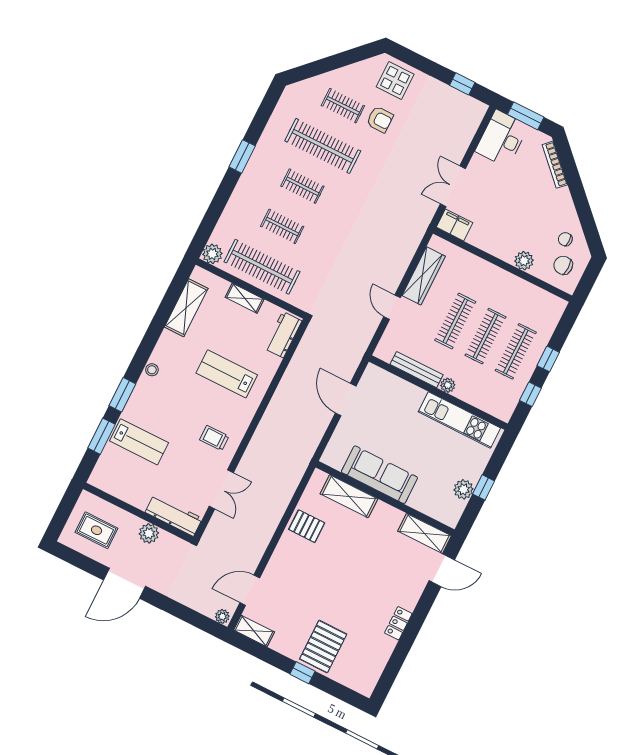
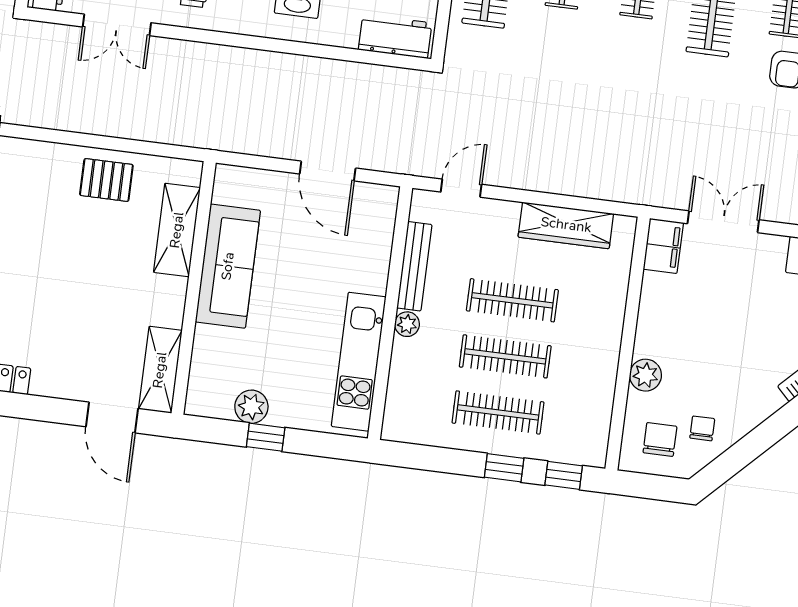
door: (392, 307) -> (461, 188), moved
window: (530, 394) -> (564, 475), moved
door: (346, 400) -> (328, 171), swing flipped
pallet: (307, 526) -> (106, 180), turned 90

